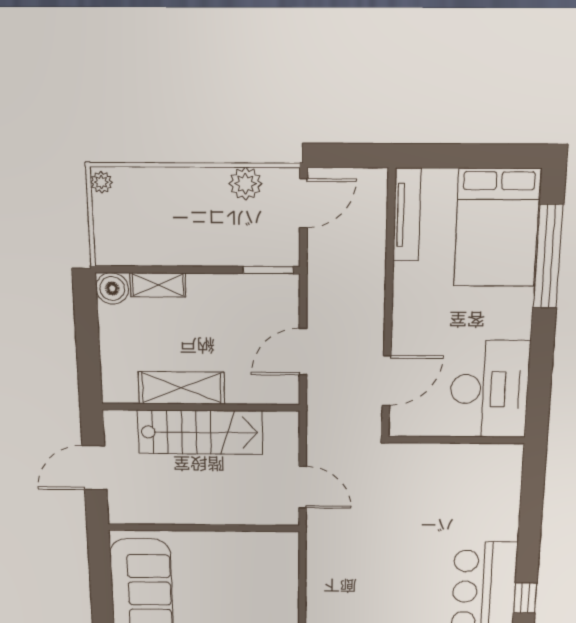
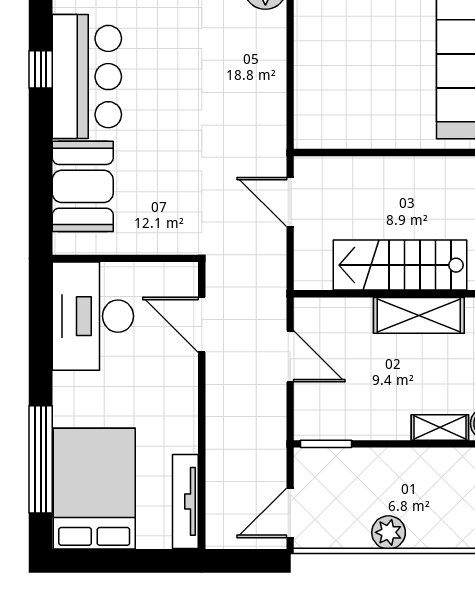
plant: (245, 184) -> (389, 532), moved
door: (303, 352) -> (290, 356), hinge flipped
door: (387, 381) -> (202, 325), hinge flipped
booth: (493, 502) -> (83, 186), added

